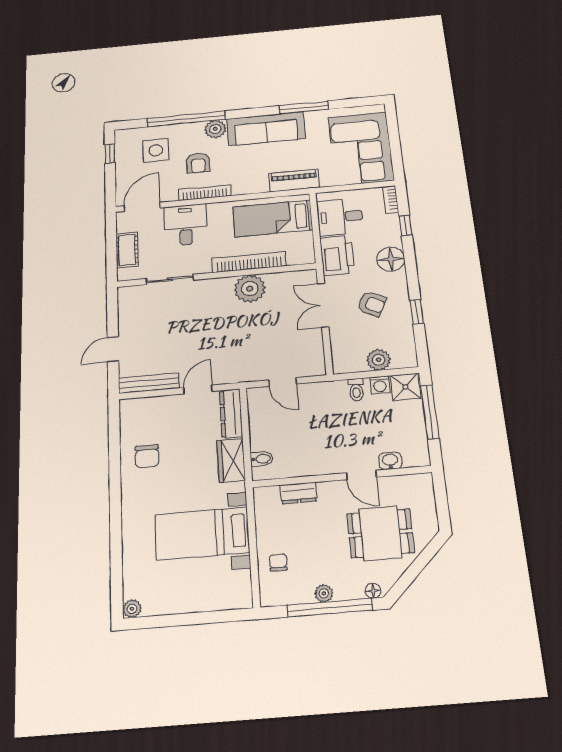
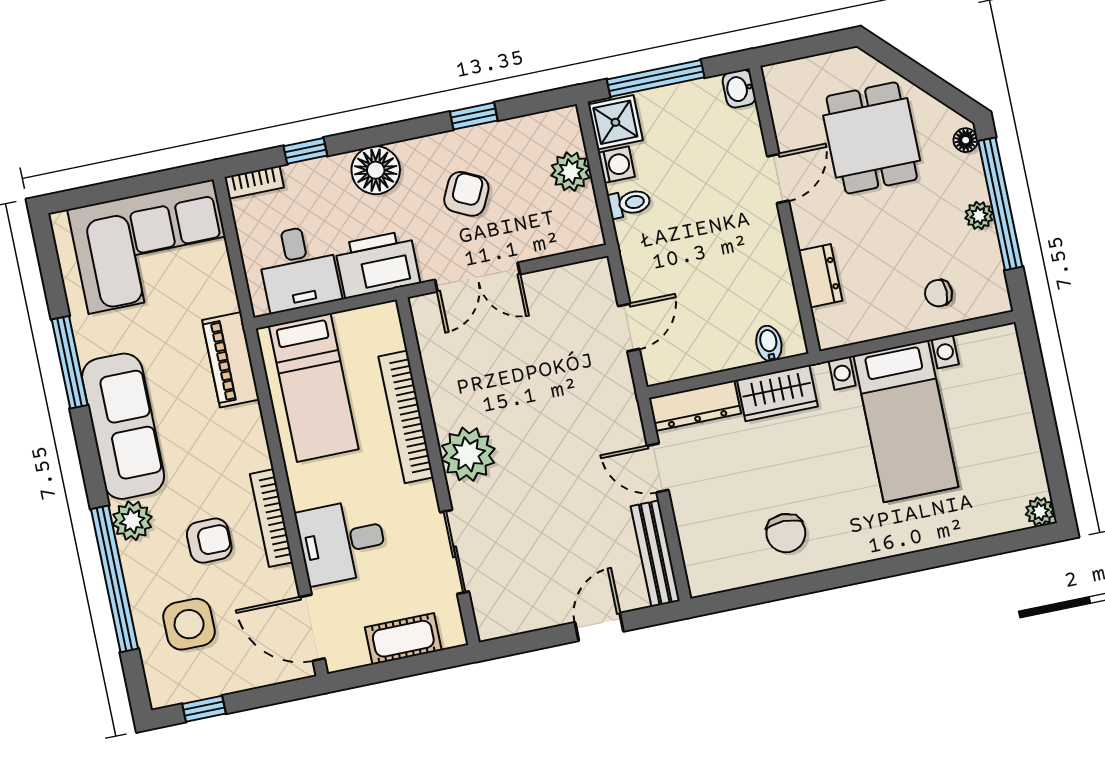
plant: (250, 289) -> (468, 454), moved
door: (113, 349) -> (599, 627), swing flipped
chair: (147, 456) -> (786, 533), turned 90
washbasin: (390, 461) -> (739, 89), moved

